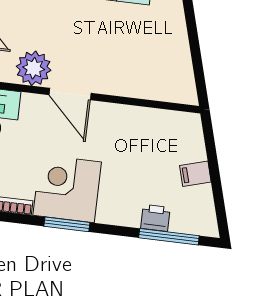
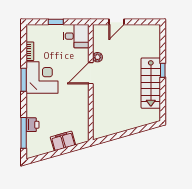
plant: (34, 68) -> (97, 57), width x0.53, depth x0.53
filing cabinet: (195, 174) -> (63, 141), width x2.00

